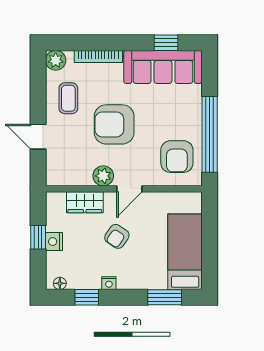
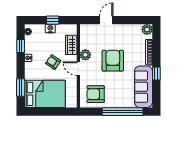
window: (166, 43) -> (156, 74), moved
coffee table: (68, 98) -> (127, 36), removed
window: (210, 134) -> (123, 112), moved
bed: (185, 252) -> (45, 94), width x1.50

